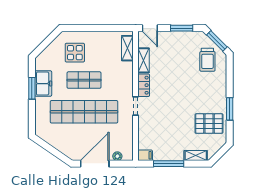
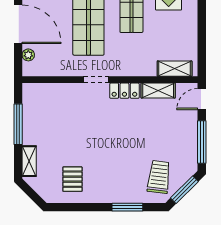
window: (182, 28) -> (202, 142), width x1.44
trolley: (207, 60) -> (159, 177), turned 97
window: (230, 109) -> (127, 207), moved
pallet: (209, 124) -> (72, 179), width x0.67, depth x0.71
filing cabinet: (145, 155) -> (29, 93), removed

